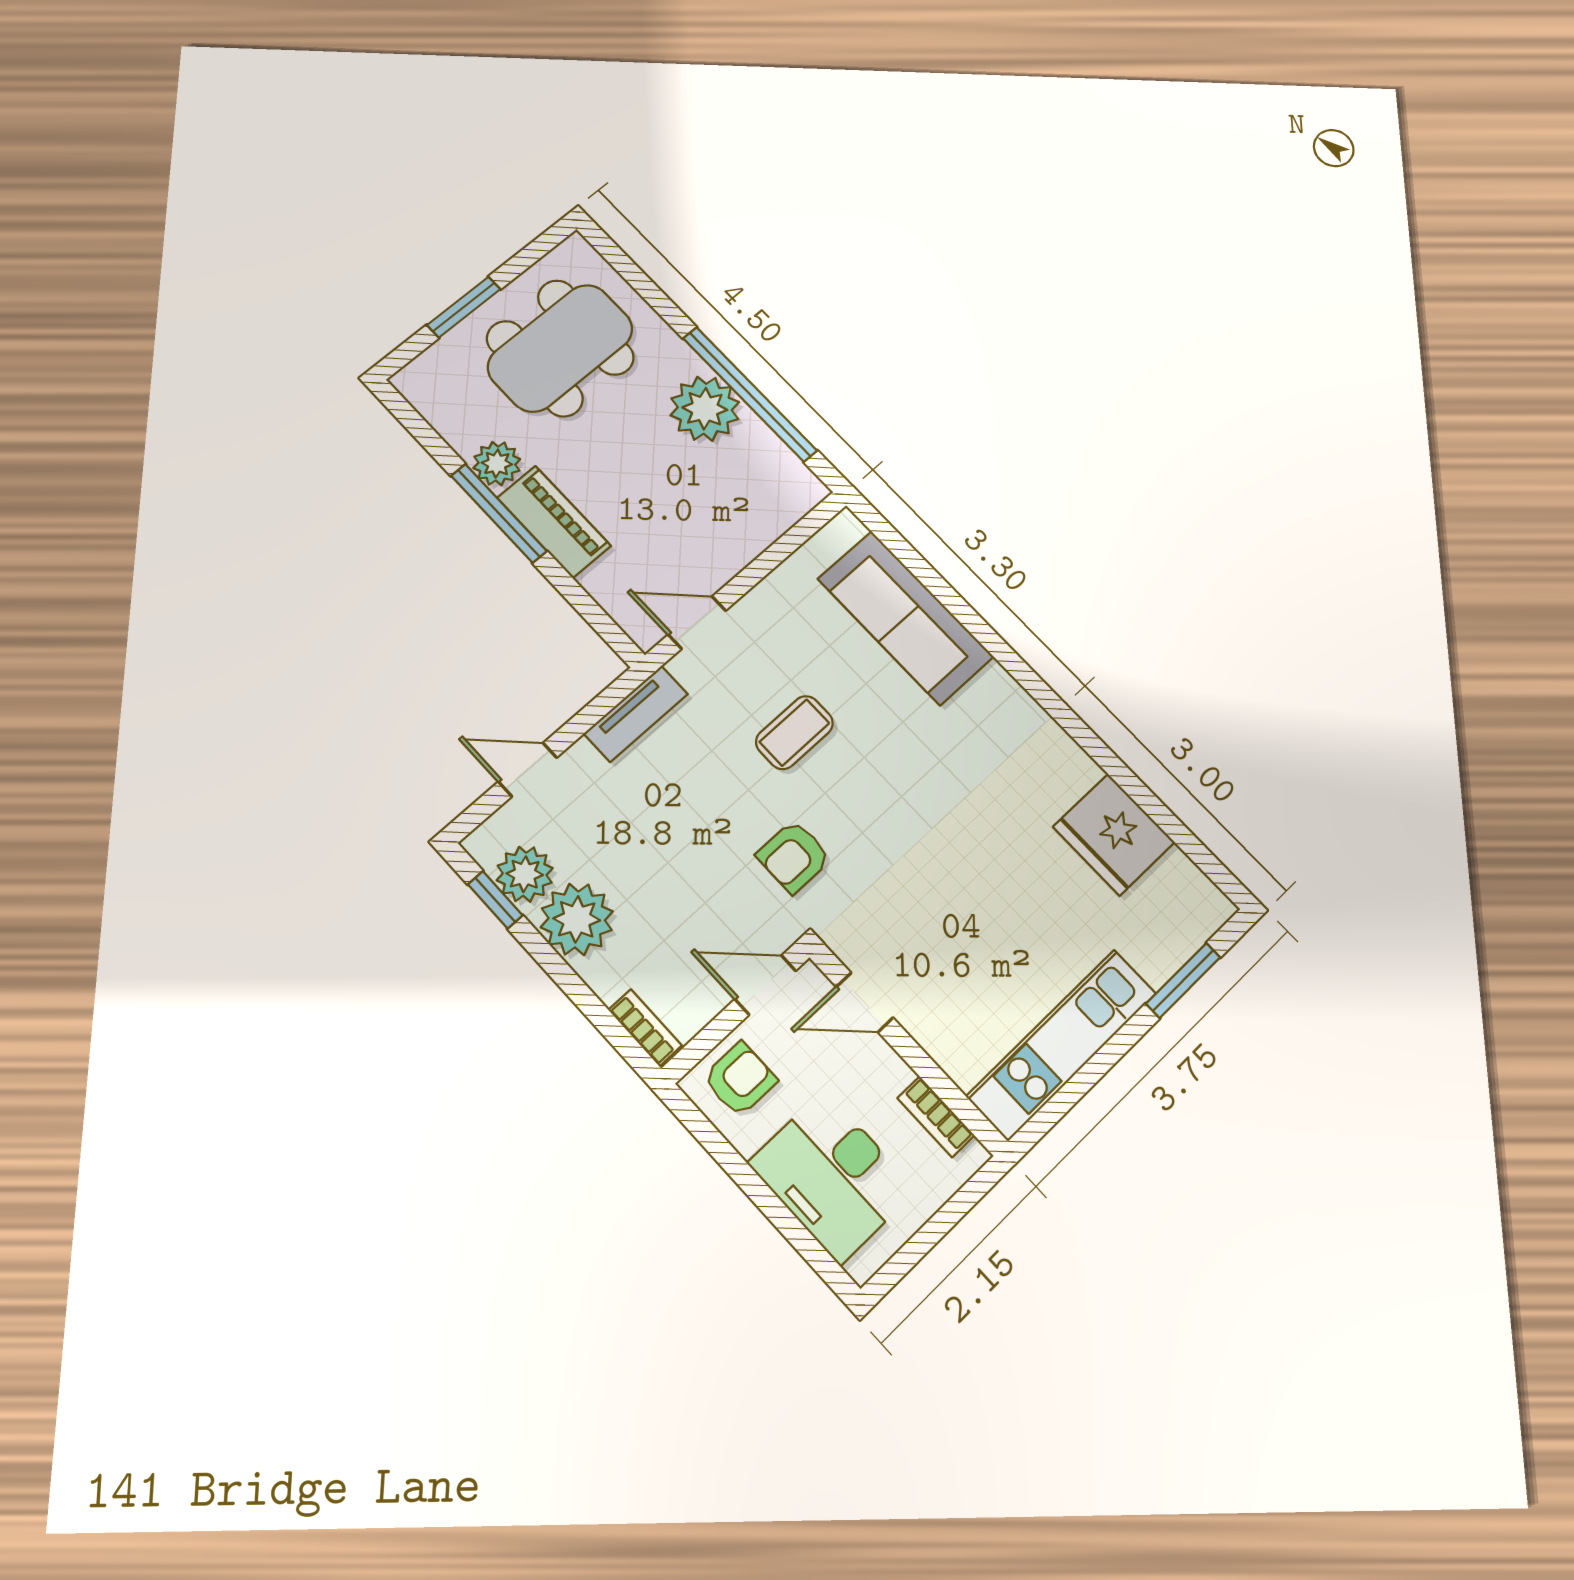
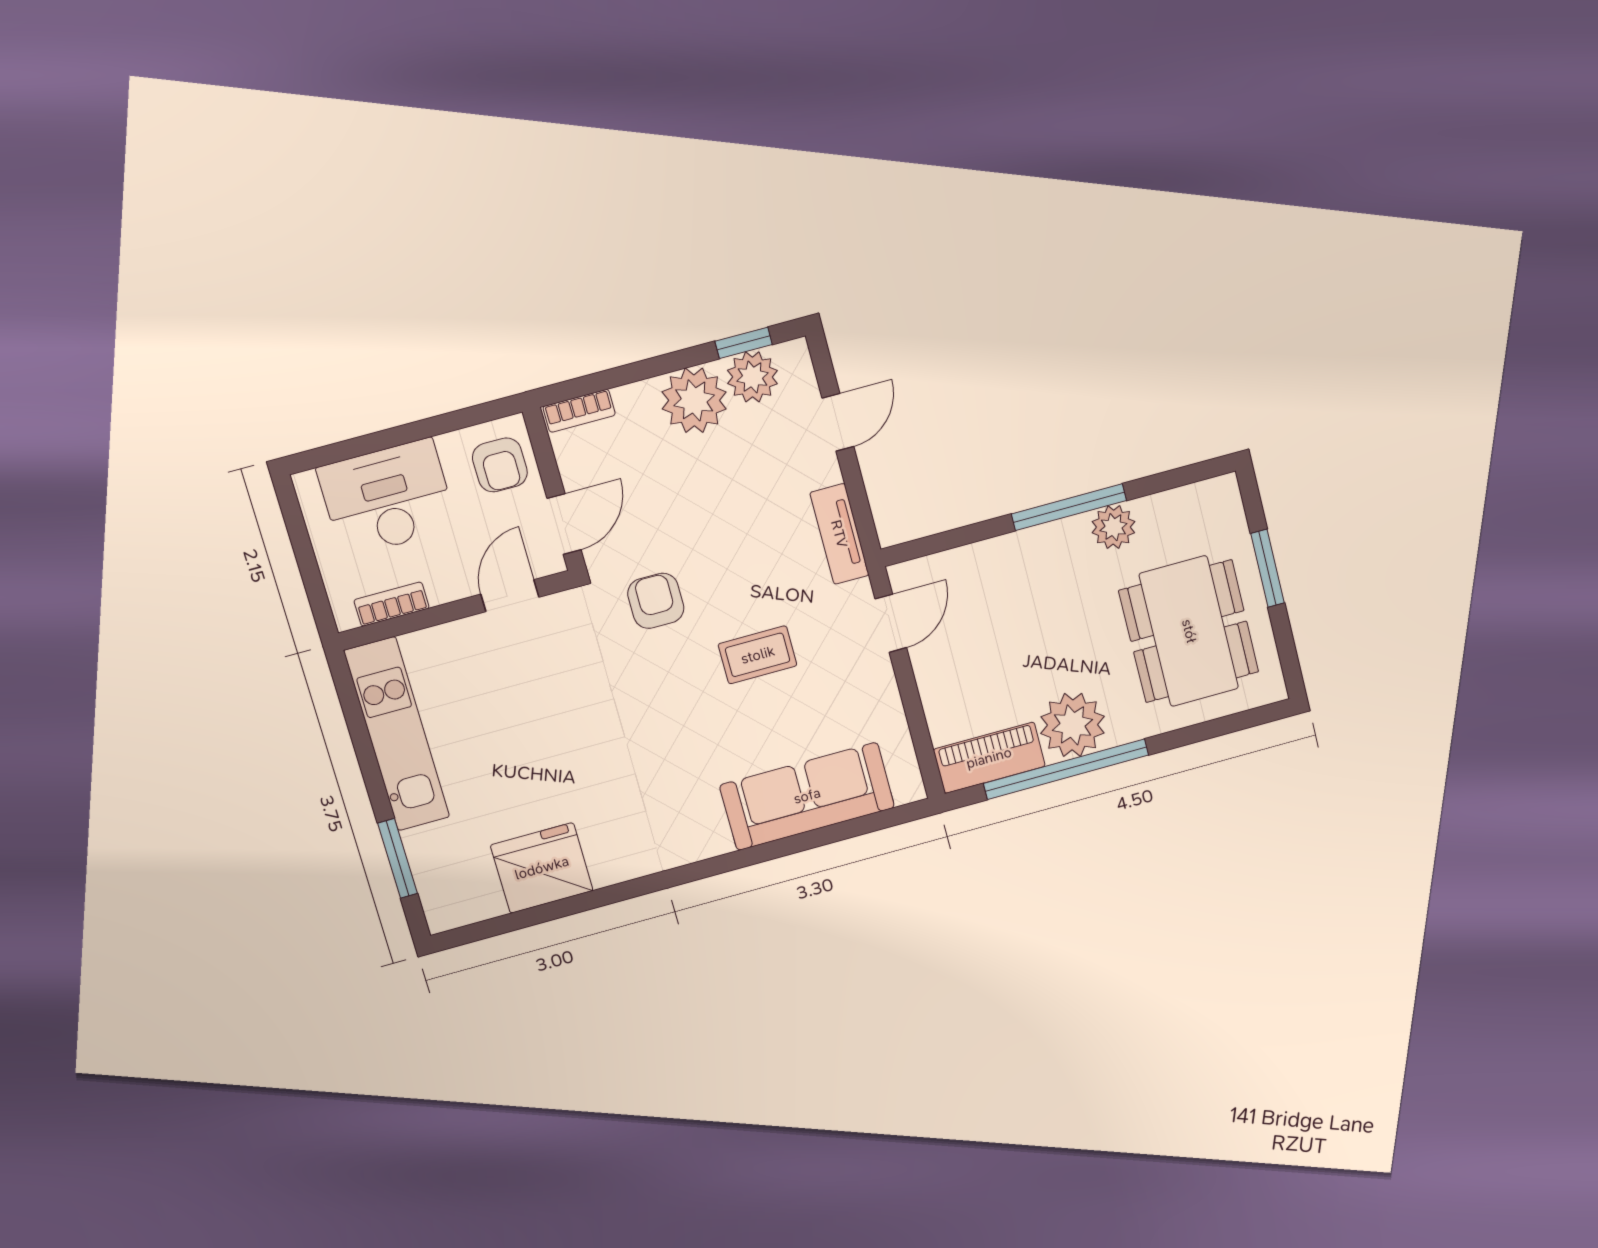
piano: (554, 522) -> (989, 758), moved, turned 180
coffee table: (794, 733) -> (758, 655), turned 90

